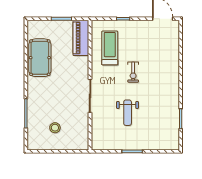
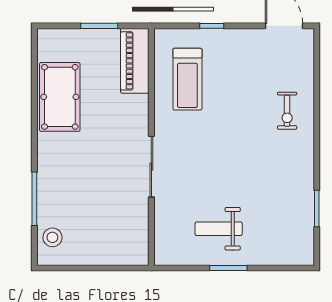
treadmill: (110, 48) -> (187, 79), turned 180
exercise bike: (133, 72) -> (287, 111), moved
weight bench: (128, 113) -> (219, 229), moved, turned 90
stool: (55, 128) -> (52, 237), moved

